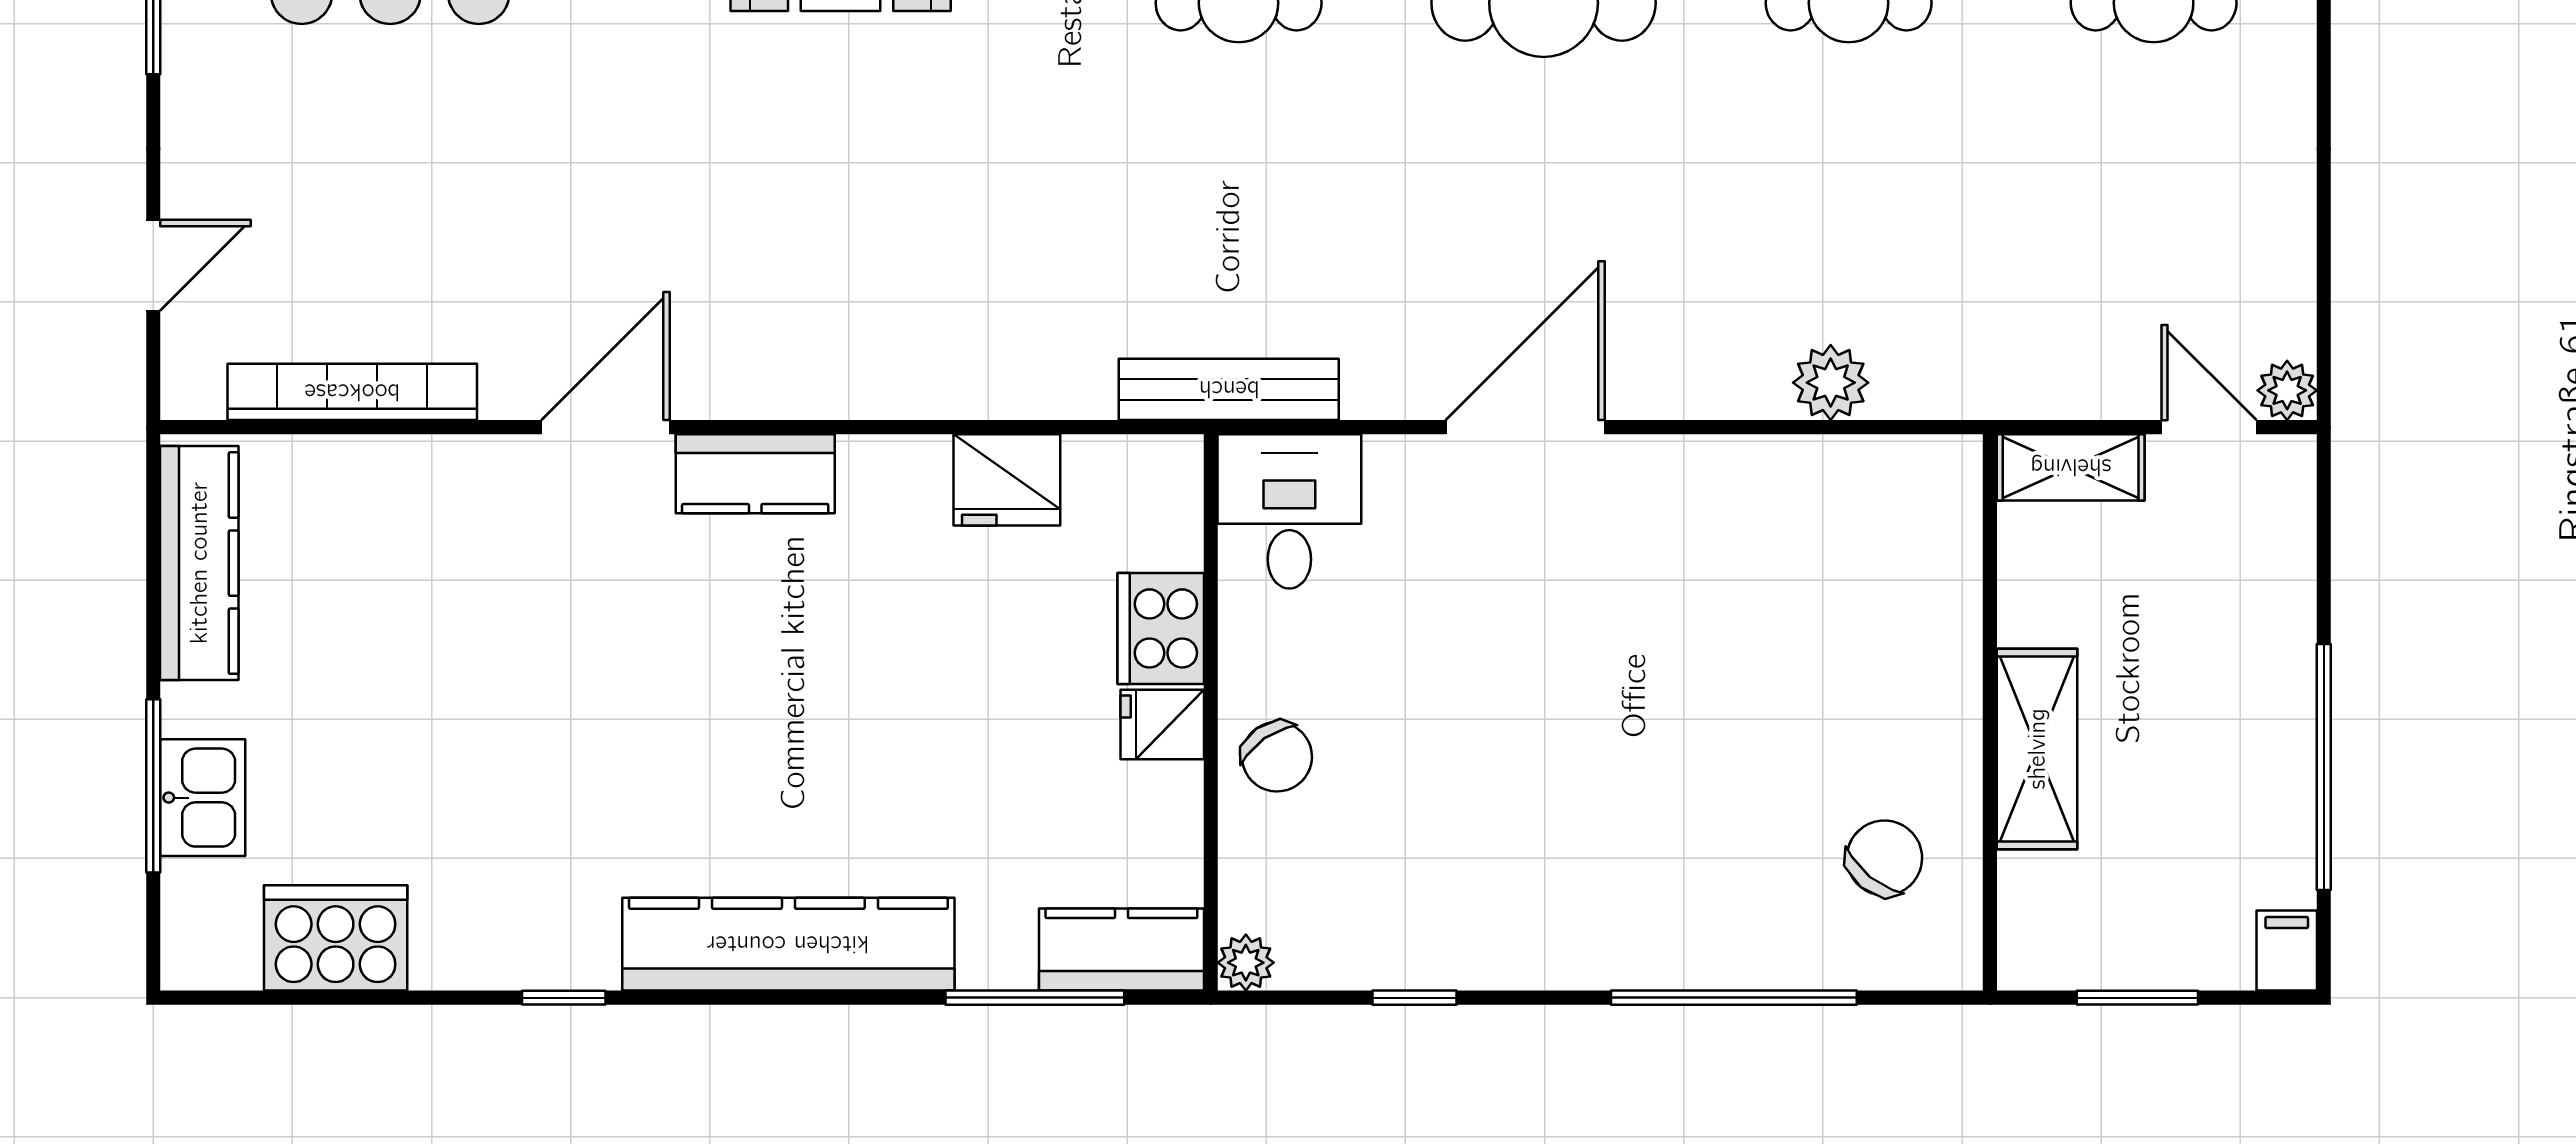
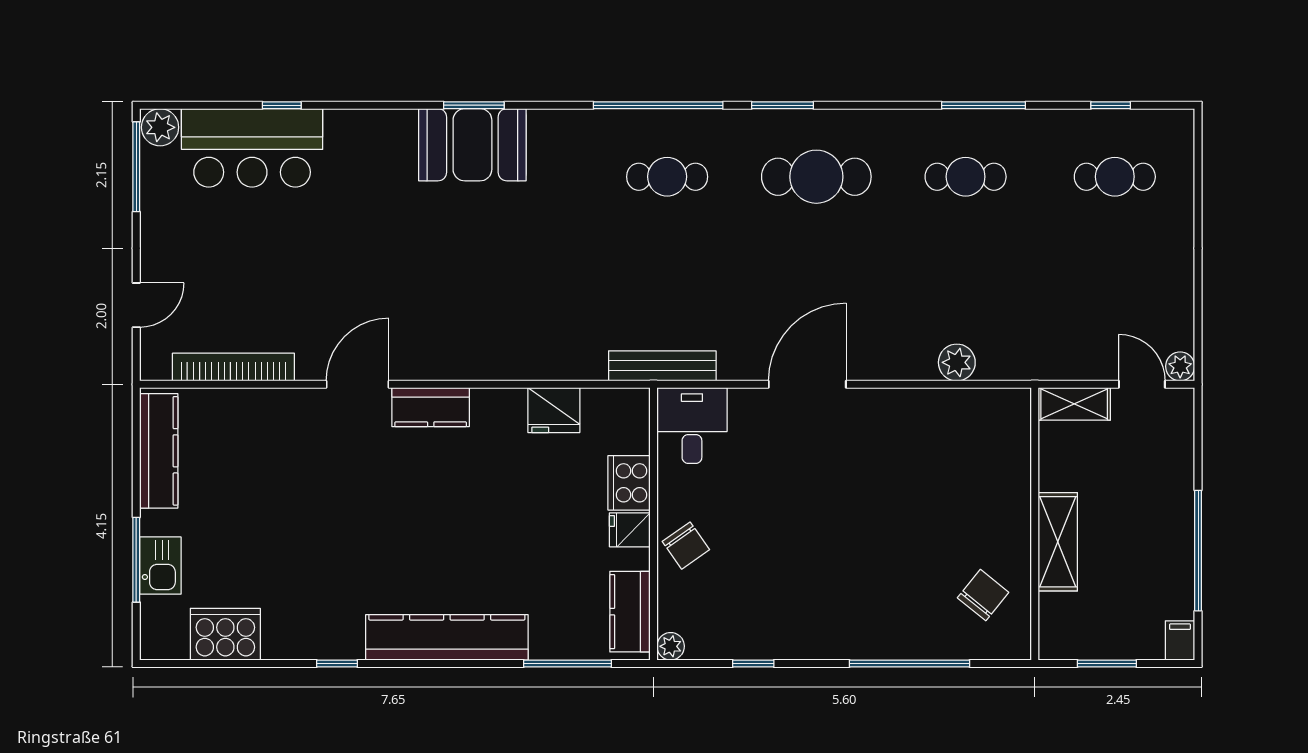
kitchen counter: (1121, 949) -> (630, 612), moved, turned -90

